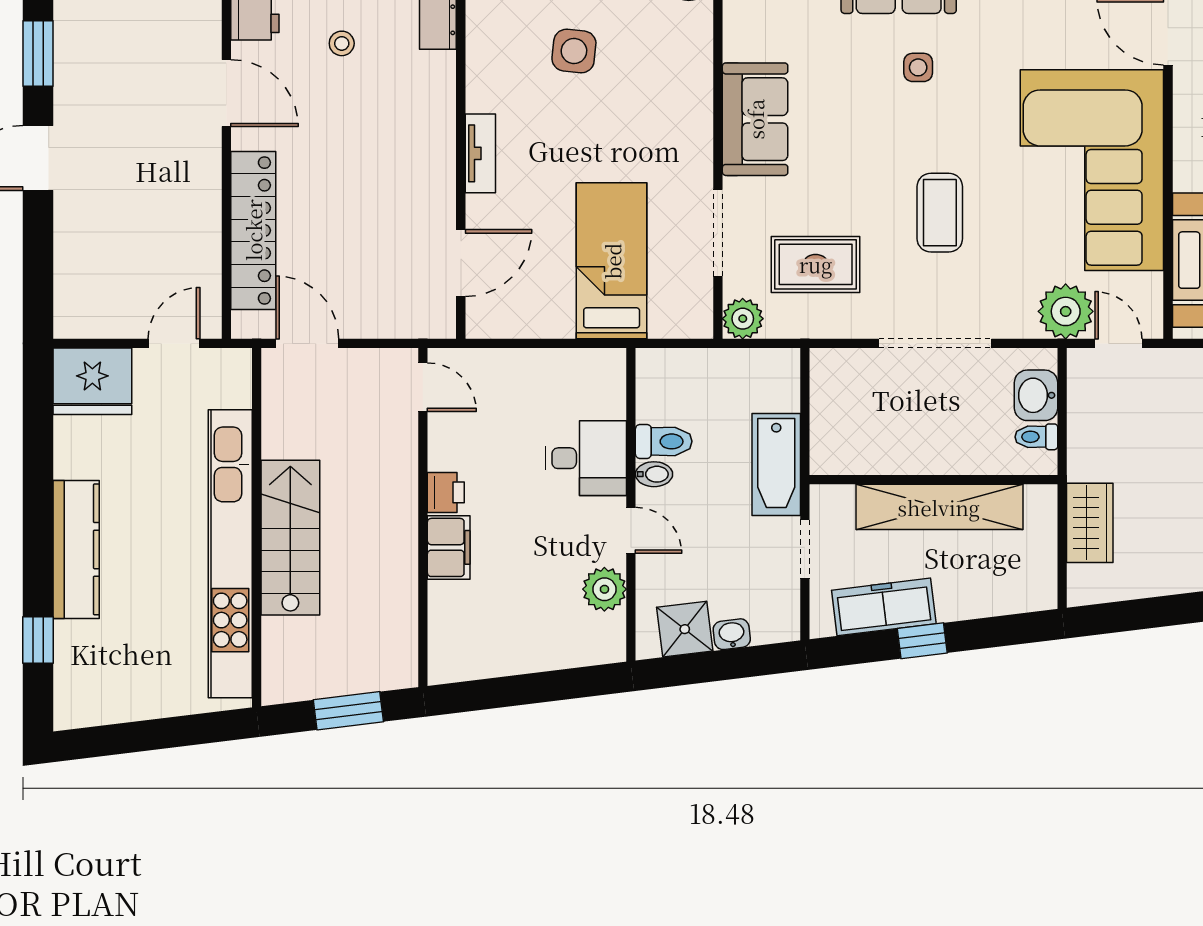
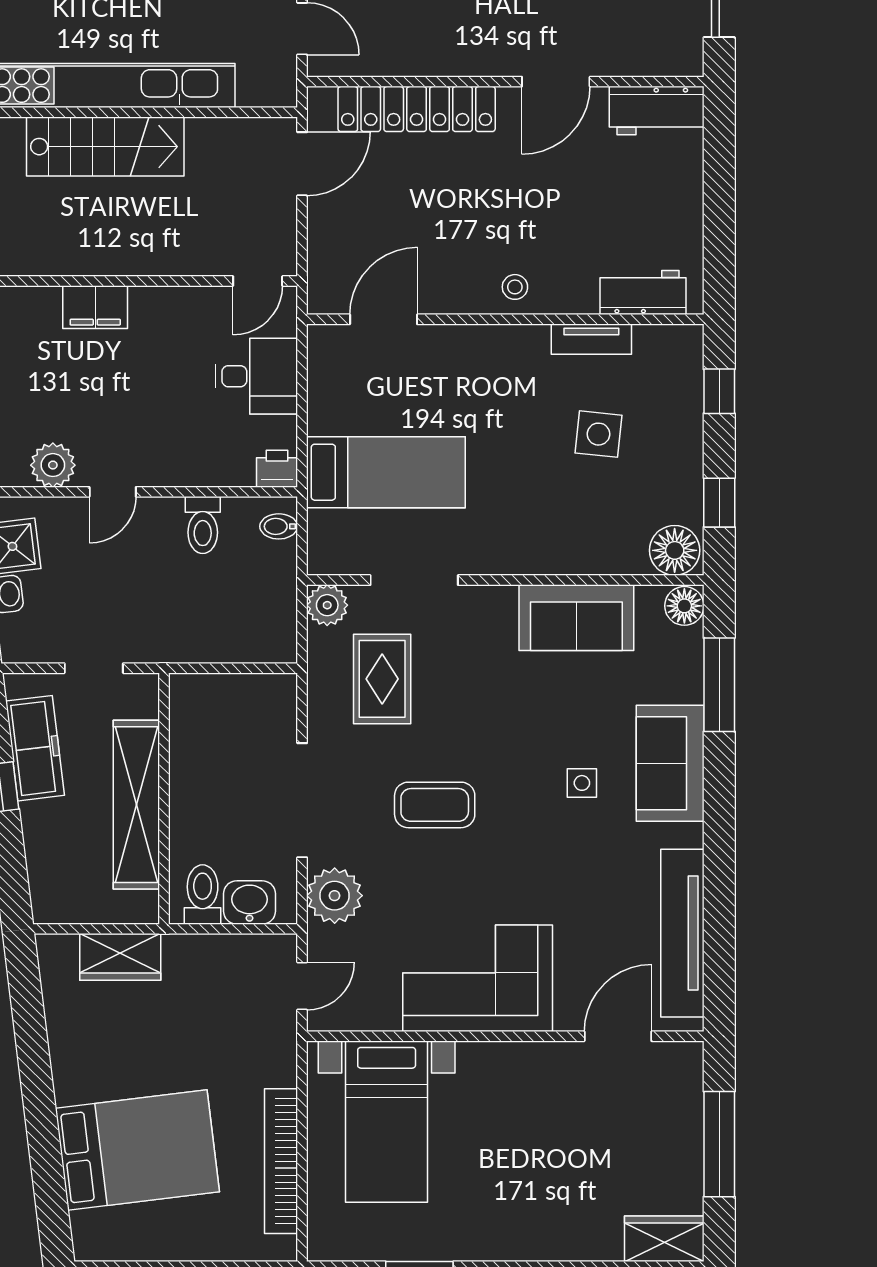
stool: (342, 43) -> (515, 287), moved
sofa: (755, 119) -> (576, 618), moved
tv unit: (480, 153) -> (591, 339), moved
corner sofa: (1092, 170) -> (478, 978), width x0.73, depth x0.74
door: (461, 263) -> (384, 319), swing flipped
plant: (1066, 311) -> (335, 896), moved
toilet: (1036, 437) -> (203, 895), width x1.37, depth x1.39
desk: (586, 458) -> (256, 376), moved, turned -90
bathtub: (776, 465) -> (179, 639), removed
bidet: (654, 474) -> (279, 526), moved, turned 90
printer: (446, 492) -> (277, 469), moved, turned 180

